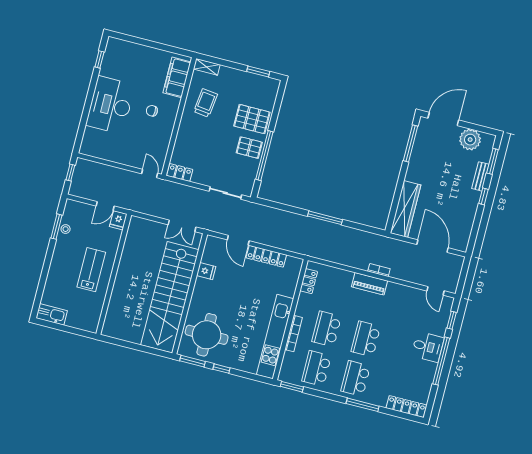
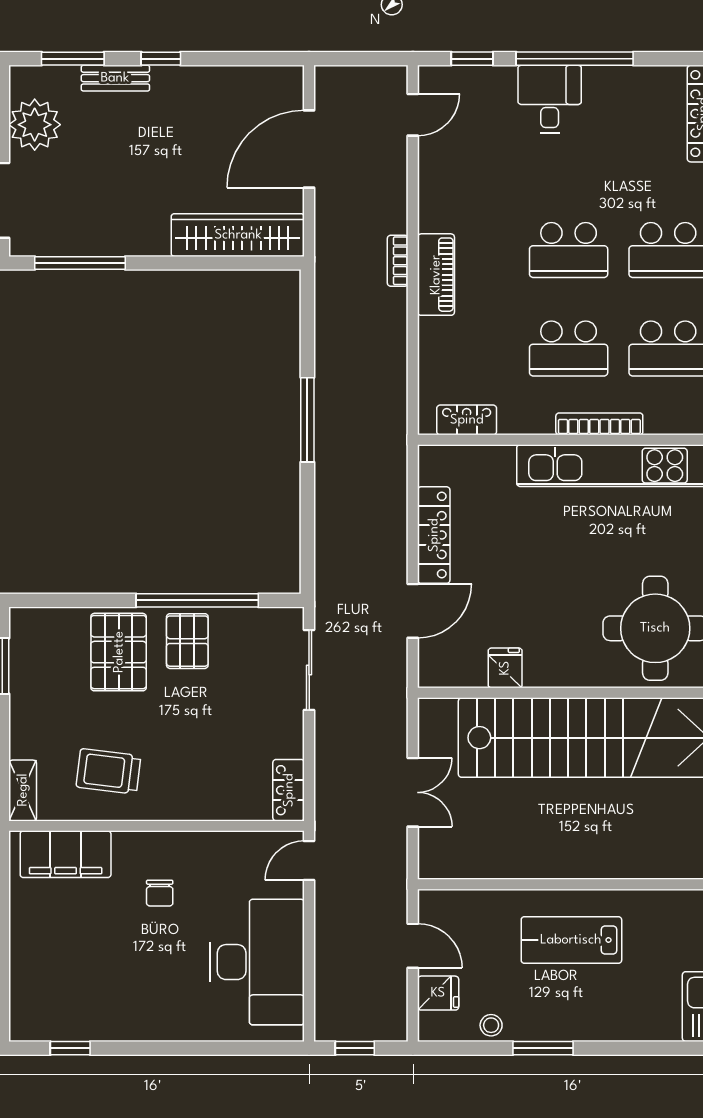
desk: (110, 105) -> (257, 962), moved, turned -90
fridge: (118, 220) -> (438, 993), moved
double door: (182, 226) -> (413, 792), moved
window: (56, 227) -> (543, 1048), moved

